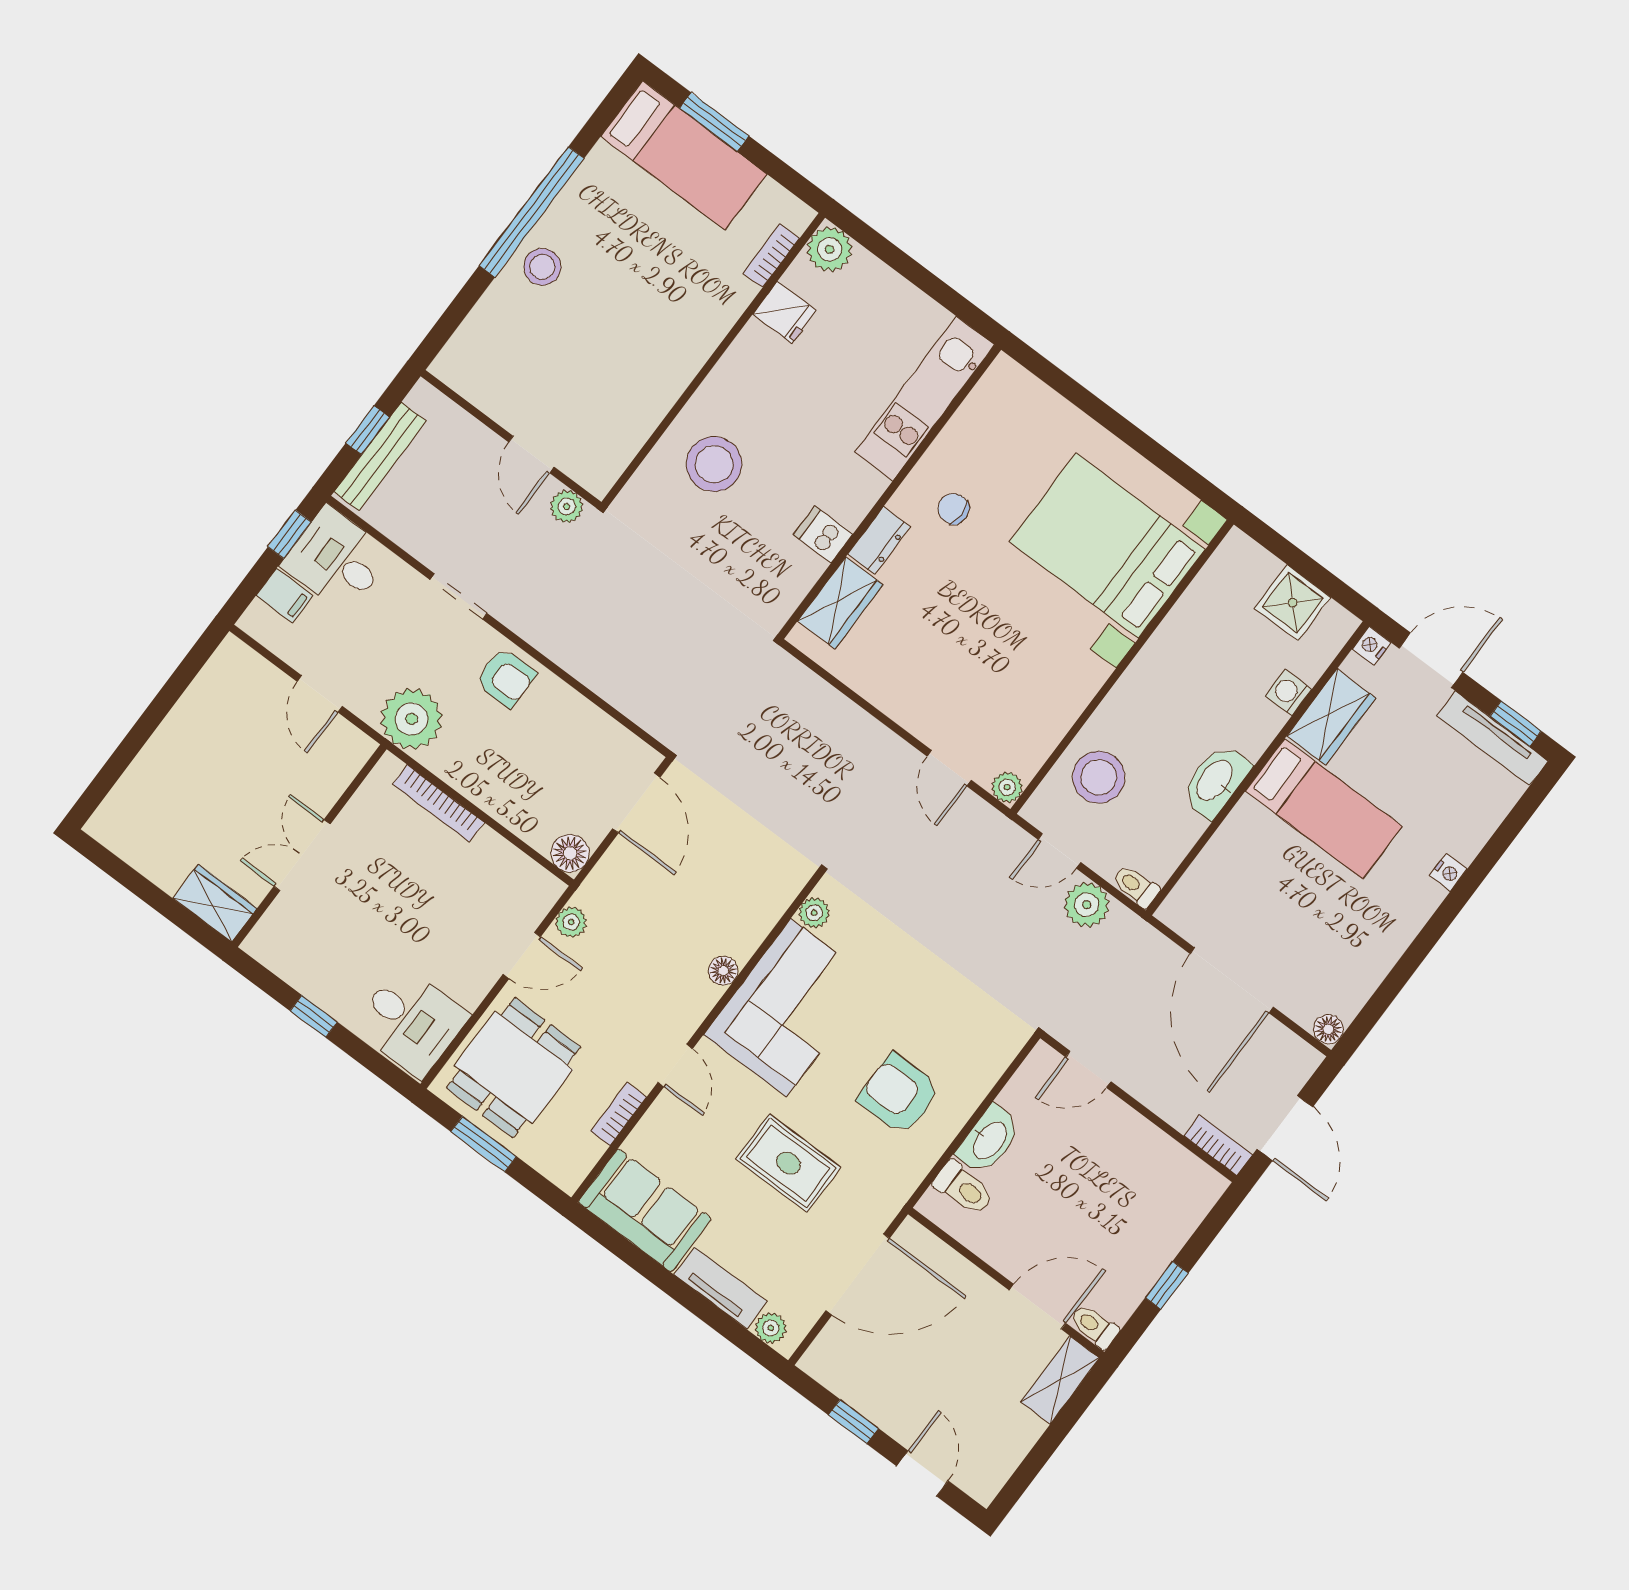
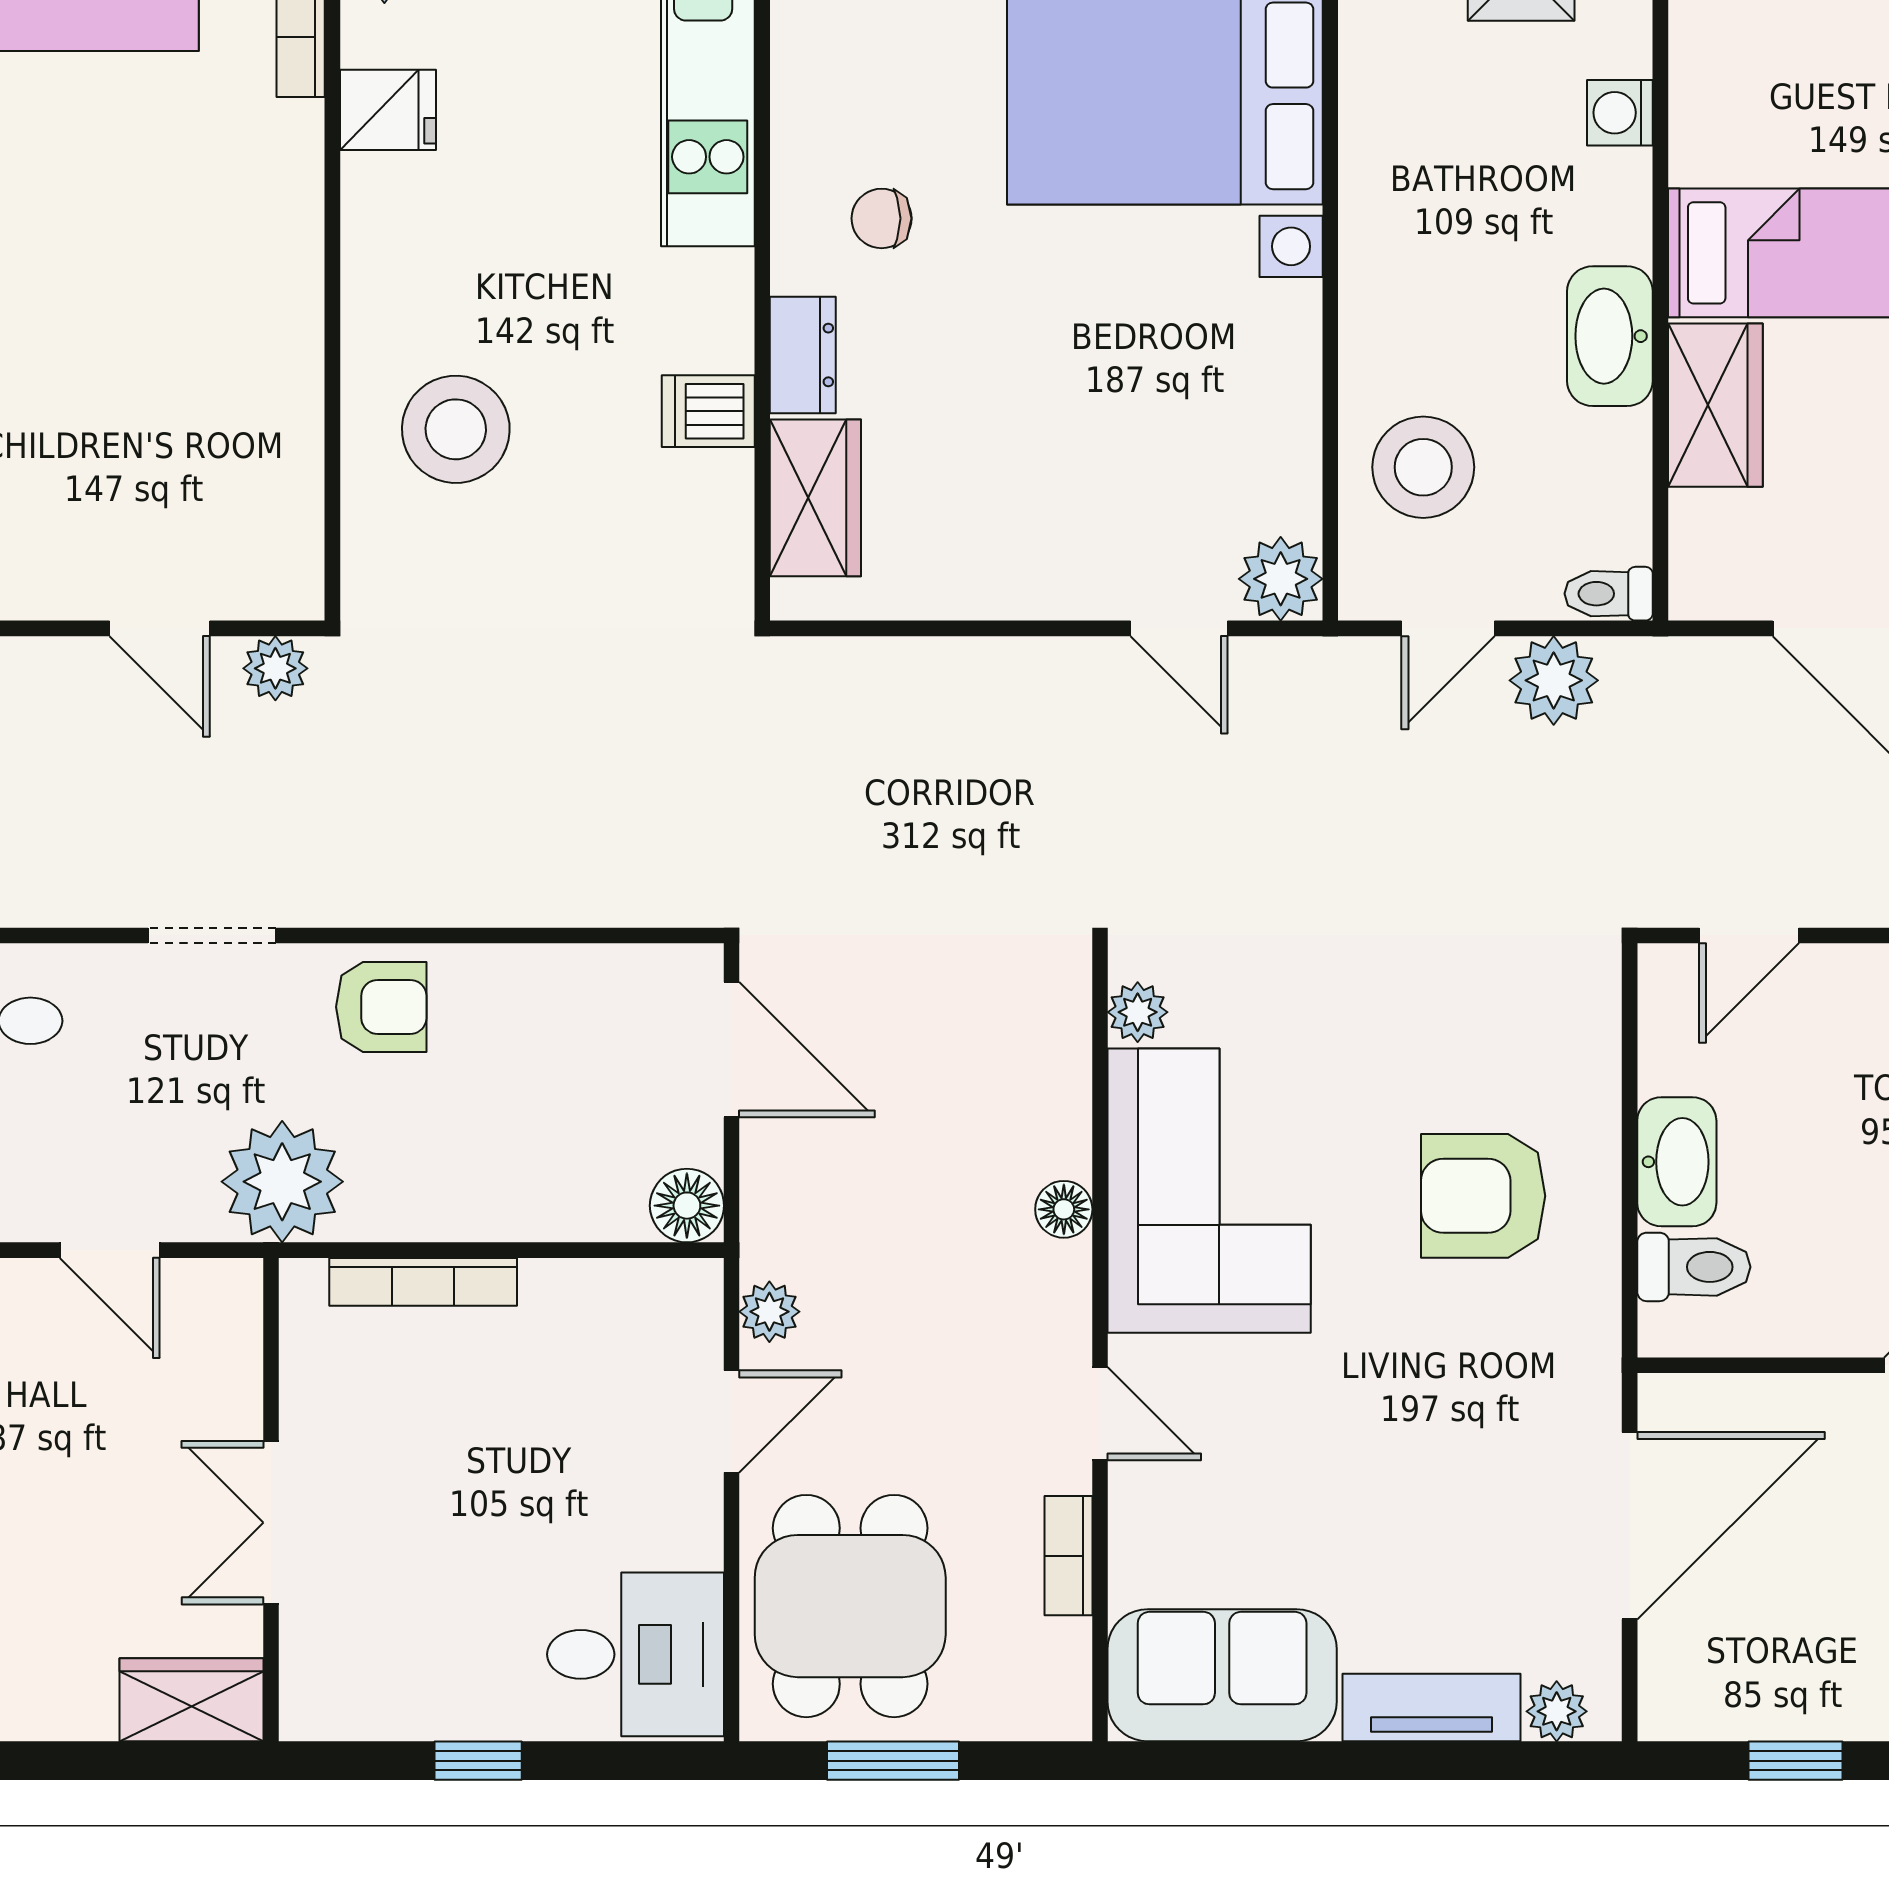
wardrobe: (1331, 717) -> (1715, 405), moved
plant: (1007, 787) -> (1281, 579), width x1.38, depth x1.38
rug: (788, 1163) -> (1391, 1433), removed

